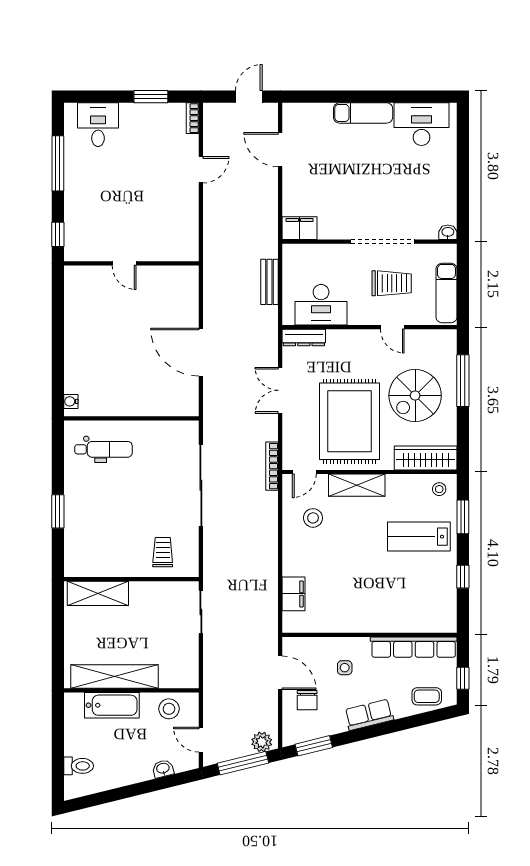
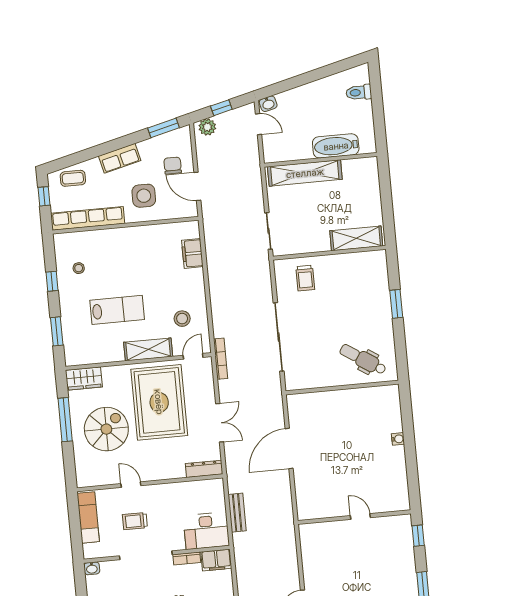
bookcase: (334, 233) -> (187, 559), added
trolley: (392, 283) -> (135, 521), width x0.73, depth x0.72
desk: (321, 305) -> (206, 531), moved, turned 180
door: (201, 352) -> (289, 448), swing flipped
window: (463, 381) -> (65, 420), moved
water cooler: (71, 401) -> (398, 439), moved
dental chair: (103, 449) -> (363, 359), turned 33
wardrobe: (426, 458) -> (84, 379), width x0.67
stool: (439, 489) -> (79, 268), moved
lab bench: (419, 537) -> (117, 310), moved
side table: (345, 668) -> (144, 196), width x1.87, depth x1.87
shelving: (115, 677) -> (305, 173), moved
stool: (169, 709) -> (288, 147), removed
window: (243, 763) -> (221, 108), width x0.46
washbasin: (163, 769) -> (268, 104), moved

